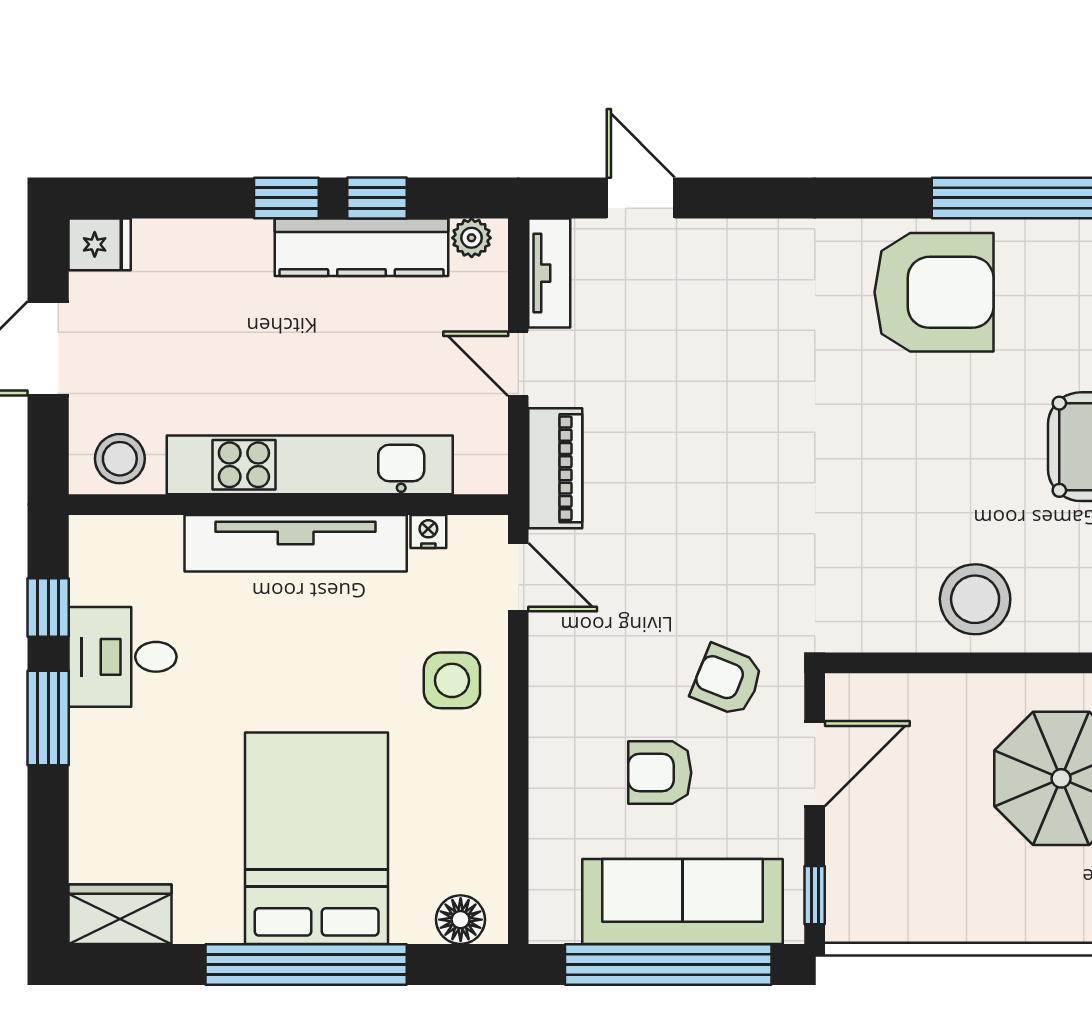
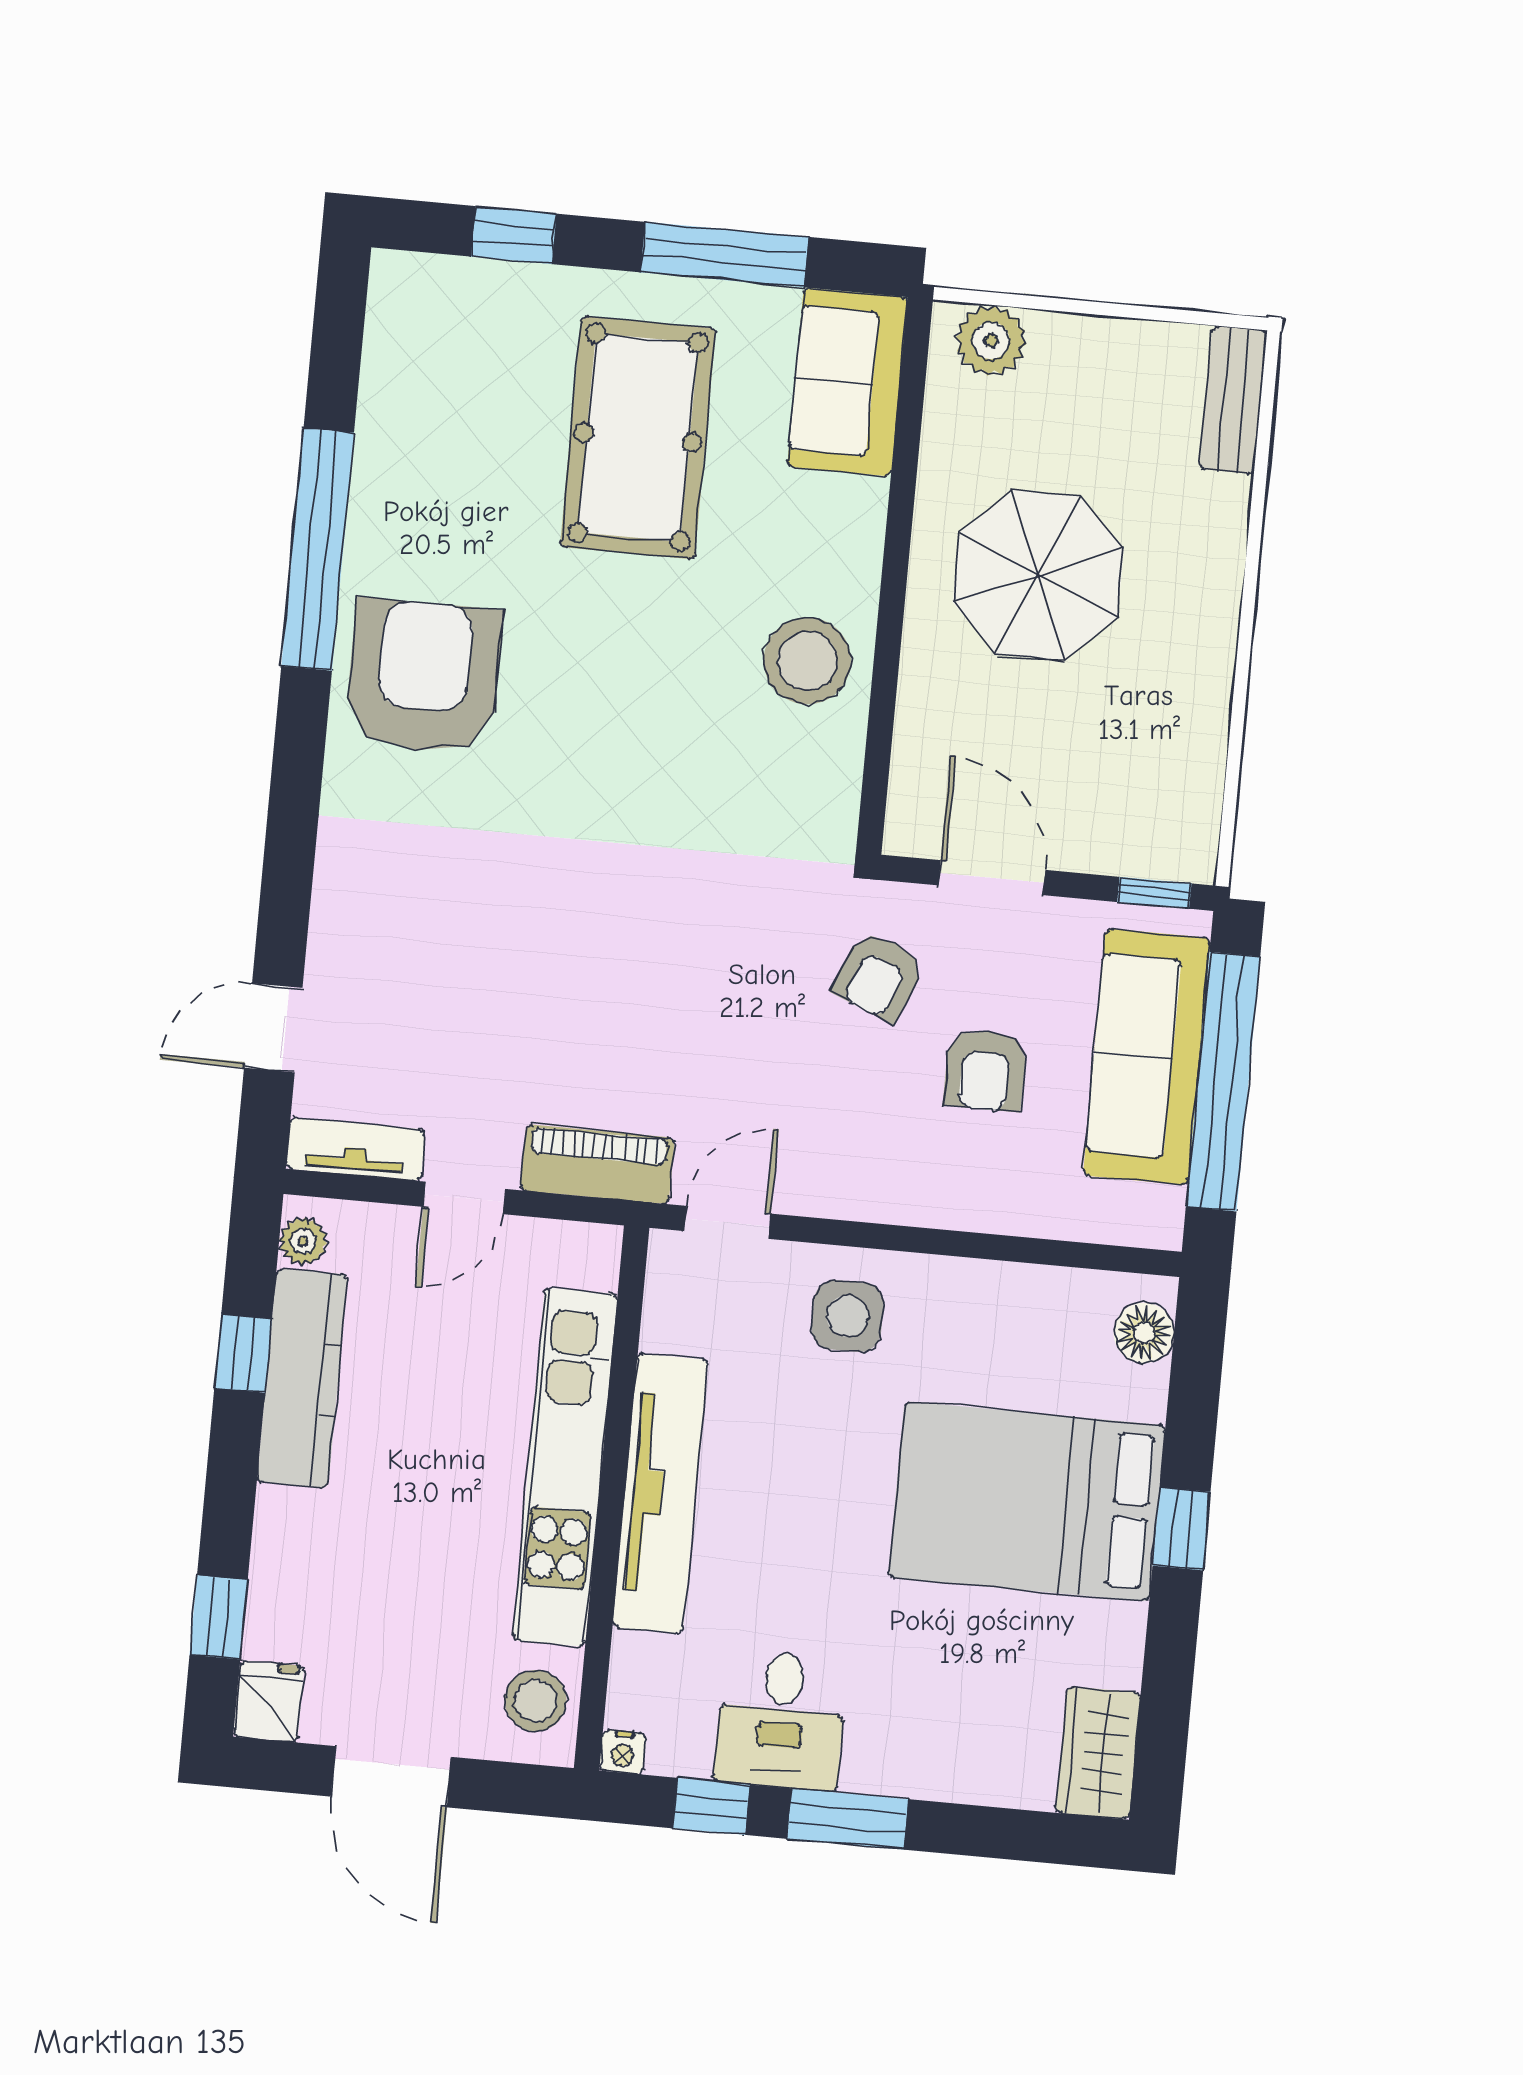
window: (286, 198) -> (219, 1617), moved
nightstand: (428, 531) -> (623, 1752), moved, turned -90
window: (306, 964) -> (1182, 1529), width x0.32

